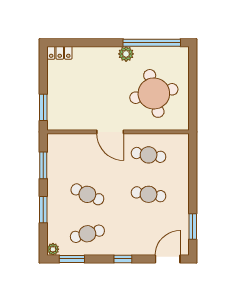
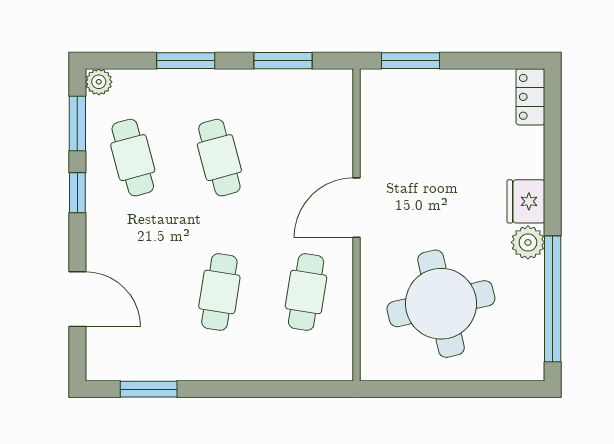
fridge: (107, 55) -> (526, 201), added
cafe table: (87, 194) -> (219, 158), turned -39
window: (123, 259) -> (77, 193), moved
door: (168, 259) -> (77, 299), moved

